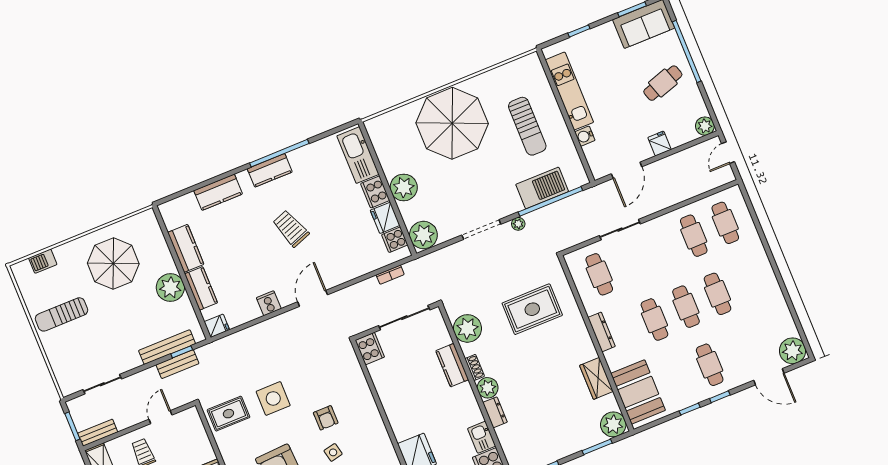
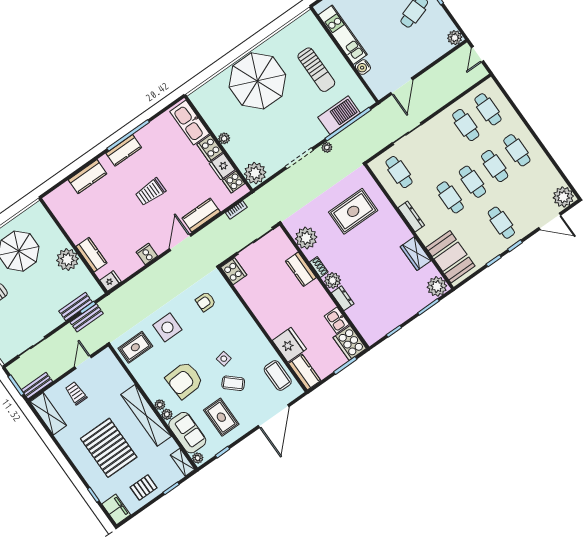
fridge: (659, 144) -> (422, 59), removed
plant: (404, 187) -> (224, 138), width x0.53, depth x0.53
trolley: (291, 228) -> (151, 192), turned -70
kitchen counter: (186, 248) -> (201, 215), moved, turned -90
cafe table: (749, 281) -> (517, 150), added
bench: (167, 347) -> (76, 306), width x0.73
armchair: (326, 418) -> (206, 302), moved, turned 90

